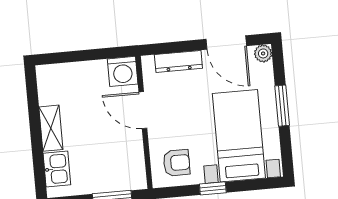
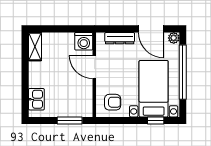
window: (282, 106) -> (183, 72), width x2.11
shelving: (51, 128) -> (35, 47), moved
window: (213, 188) -> (156, 120), moved

